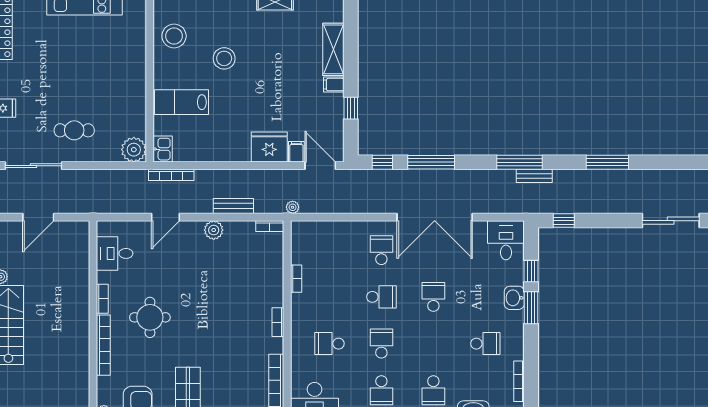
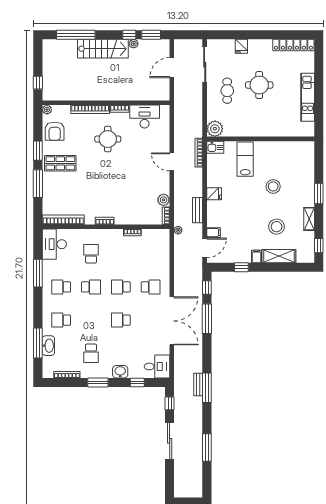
stool: (174, 36) -> (277, 227), moved
round table: (65, 80) -> (259, 85), added
fridge: (269, 147) -> (214, 194), moved, width x0.53, depth x0.75
window: (519, 162) -> (207, 388), moved
window: (607, 162) -> (207, 447), moved
bench: (233, 206) -> (198, 210), moved
door: (38, 217) -> (172, 68), hinge flipped
door: (165, 217) -> (172, 162), moved
double door: (435, 217) -> (172, 321), swing flipped
sliding door: (671, 221) -> (170, 441), moved
plant: (214, 230) -> (164, 200), moved
desk: (115, 253) -> (145, 116), width x1.37
school desk: (381, 297) -> (121, 287), turned 90
school desk: (433, 297) -> (121, 320), turned 180
window: (531, 308) -> (98, 383), moved

